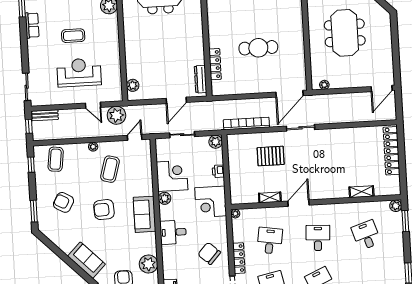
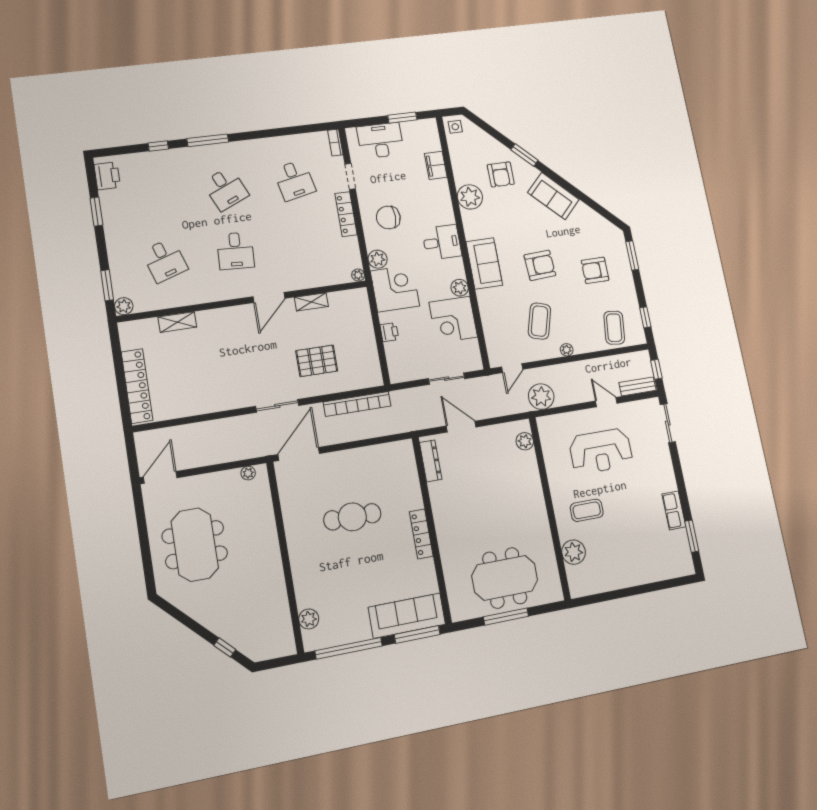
meeting table: (345, 33) -> (195, 545), moved
coffee table: (73, 36) -> (587, 510), moved
locker: (215, 64) -> (421, 534), moved
door: (176, 100) -> (461, 427), hinge flipped
door: (93, 105) -> (606, 402), moved
plant: (216, 142) -> (378, 259), moved
armchair: (64, 202) -> (595, 270), turned 151
desk: (270, 241) -> (305, 241), removed
chair: (209, 253) -> (388, 217), turned 138

